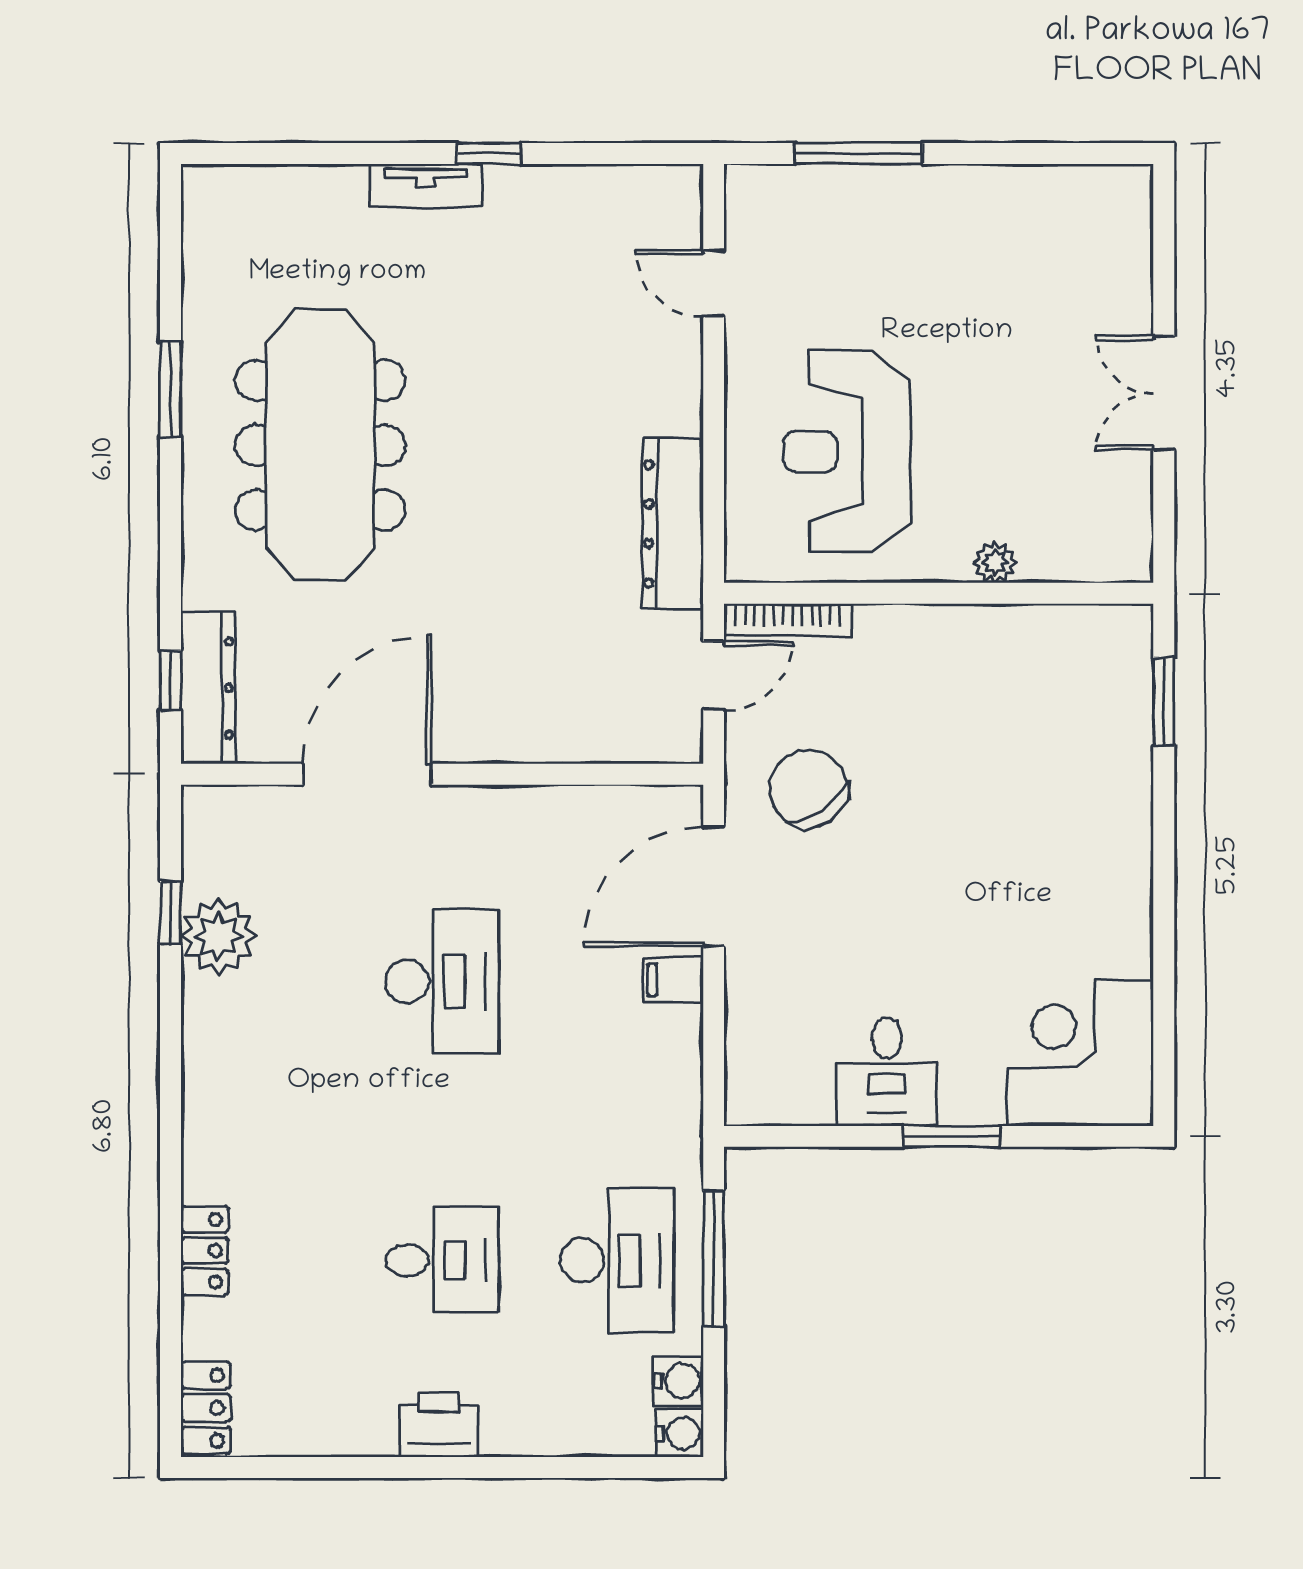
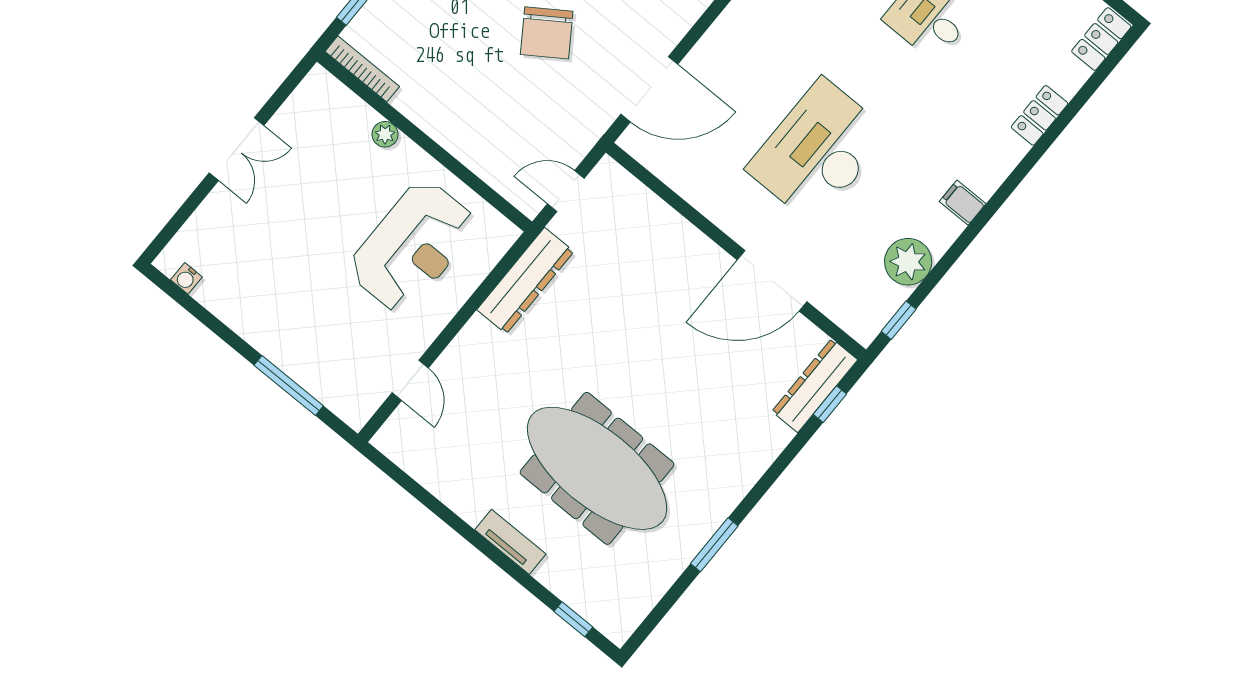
window: (489, 154) -> (573, 619), moved
water cooler: (1094, 182) -> (186, 278), added
meeting table: (320, 445) -> (597, 468), moved, turned 90
bookcase: (788, 620) -> (362, 69), moved
chair: (808, 789) -> (547, 33), moved
window: (171, 913) -> (899, 320), moved
filing cabinet: (673, 980) -> (963, 203), moved, turned 180
desk: (442, 981) -> (818, 151), width x1.36, depth x1.30

